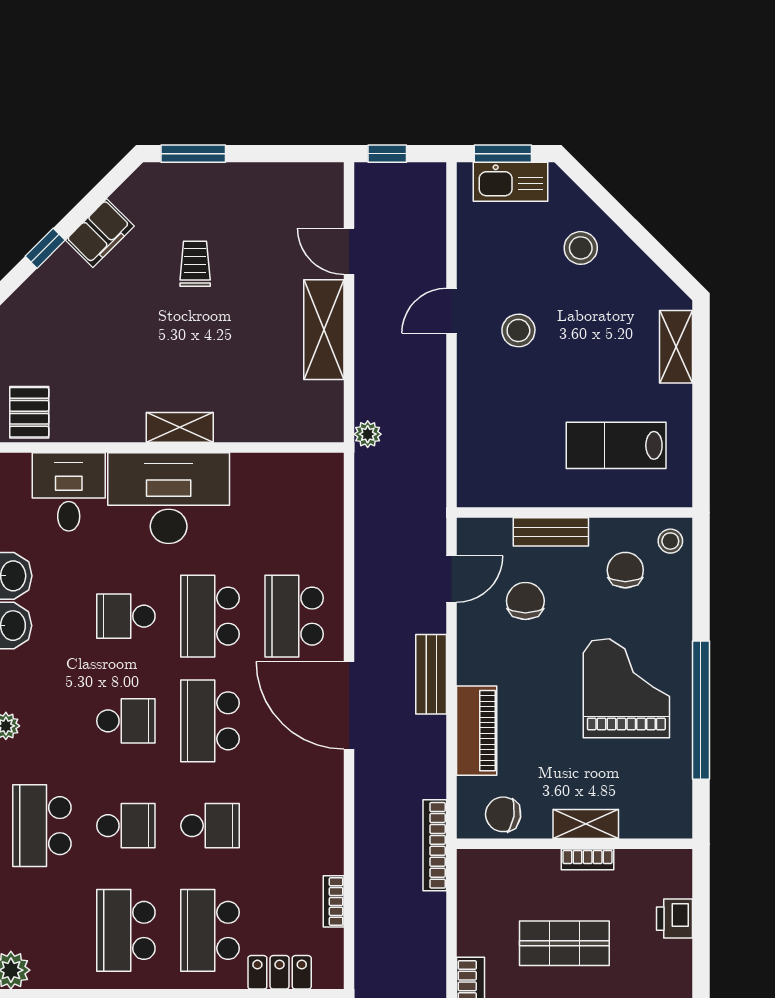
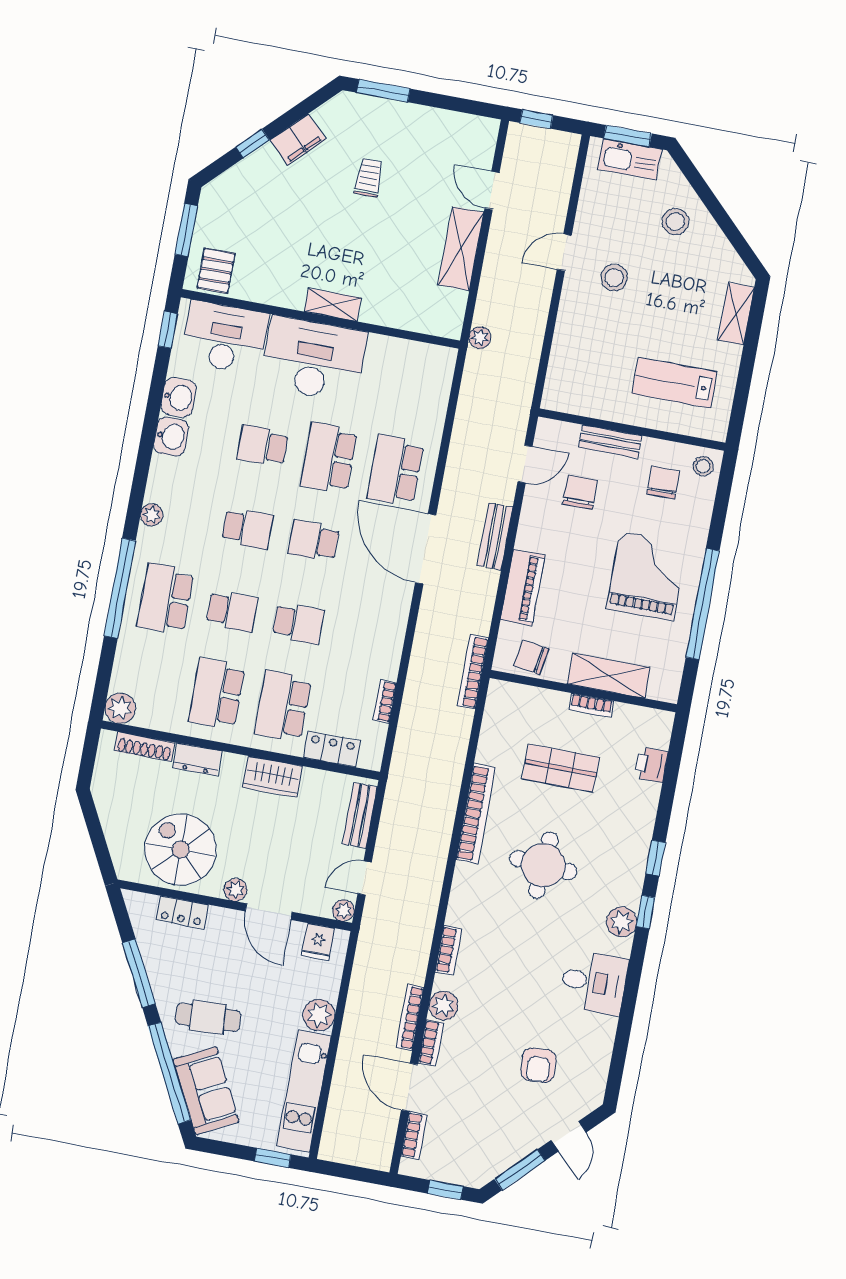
desk: (69, 492) -> (225, 337), width x1.37
school desk: (210, 721) -> (314, 541), width x0.54
shelving: (586, 824) -> (609, 676), width x1.50, depth x1.33

